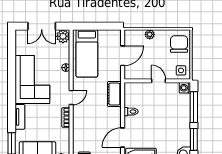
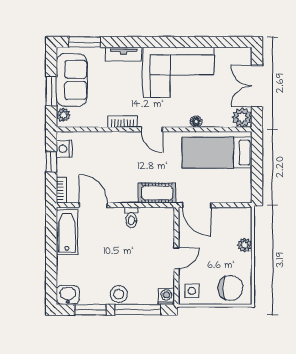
door: (123, 56) -> (197, 205), moved
stool: (183, 120) -> (119, 294), added

